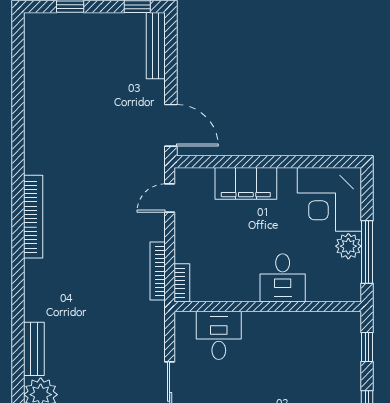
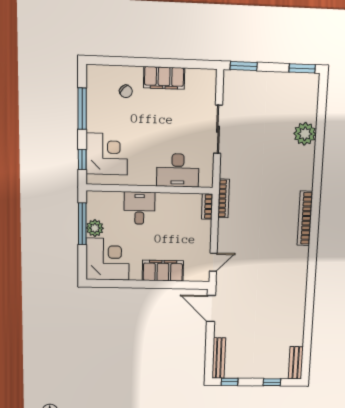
bookcase: (33, 217) -> (305, 218), moved
bookcase: (158, 271) -> (224, 198), moved
desk: (219, 335) -> (178, 170), width x1.37
bench: (34, 349) -> (296, 363), moved
corner desk: (331, 356) -> (107, 154), added

